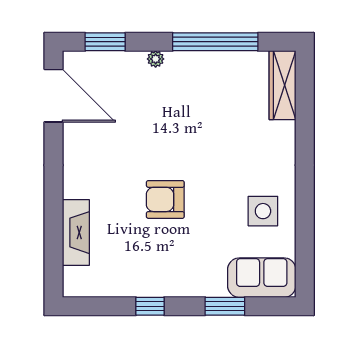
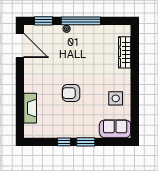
window: (215, 42) -> (81, 21), moved
wardrobe: (283, 85) -> (125, 52), moved
window: (225, 306) -> (86, 142), moved

